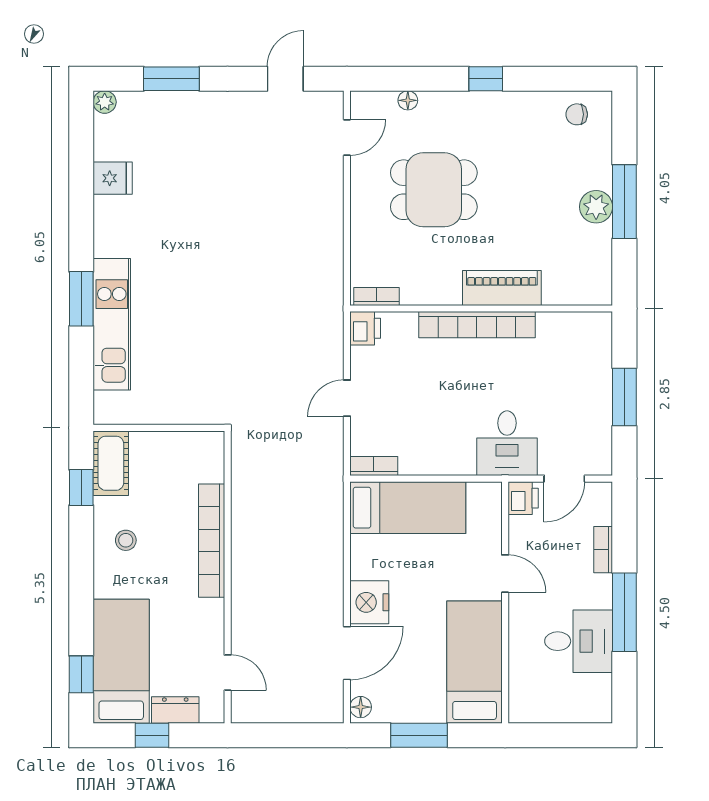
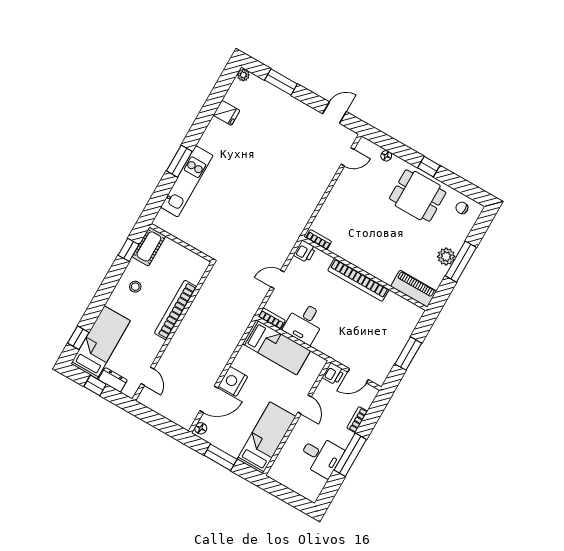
dining table: (434, 190) -> (418, 196), moved
piano: (502, 288) -> (414, 289), moved
desk: (507, 443) -> (304, 323), moved

